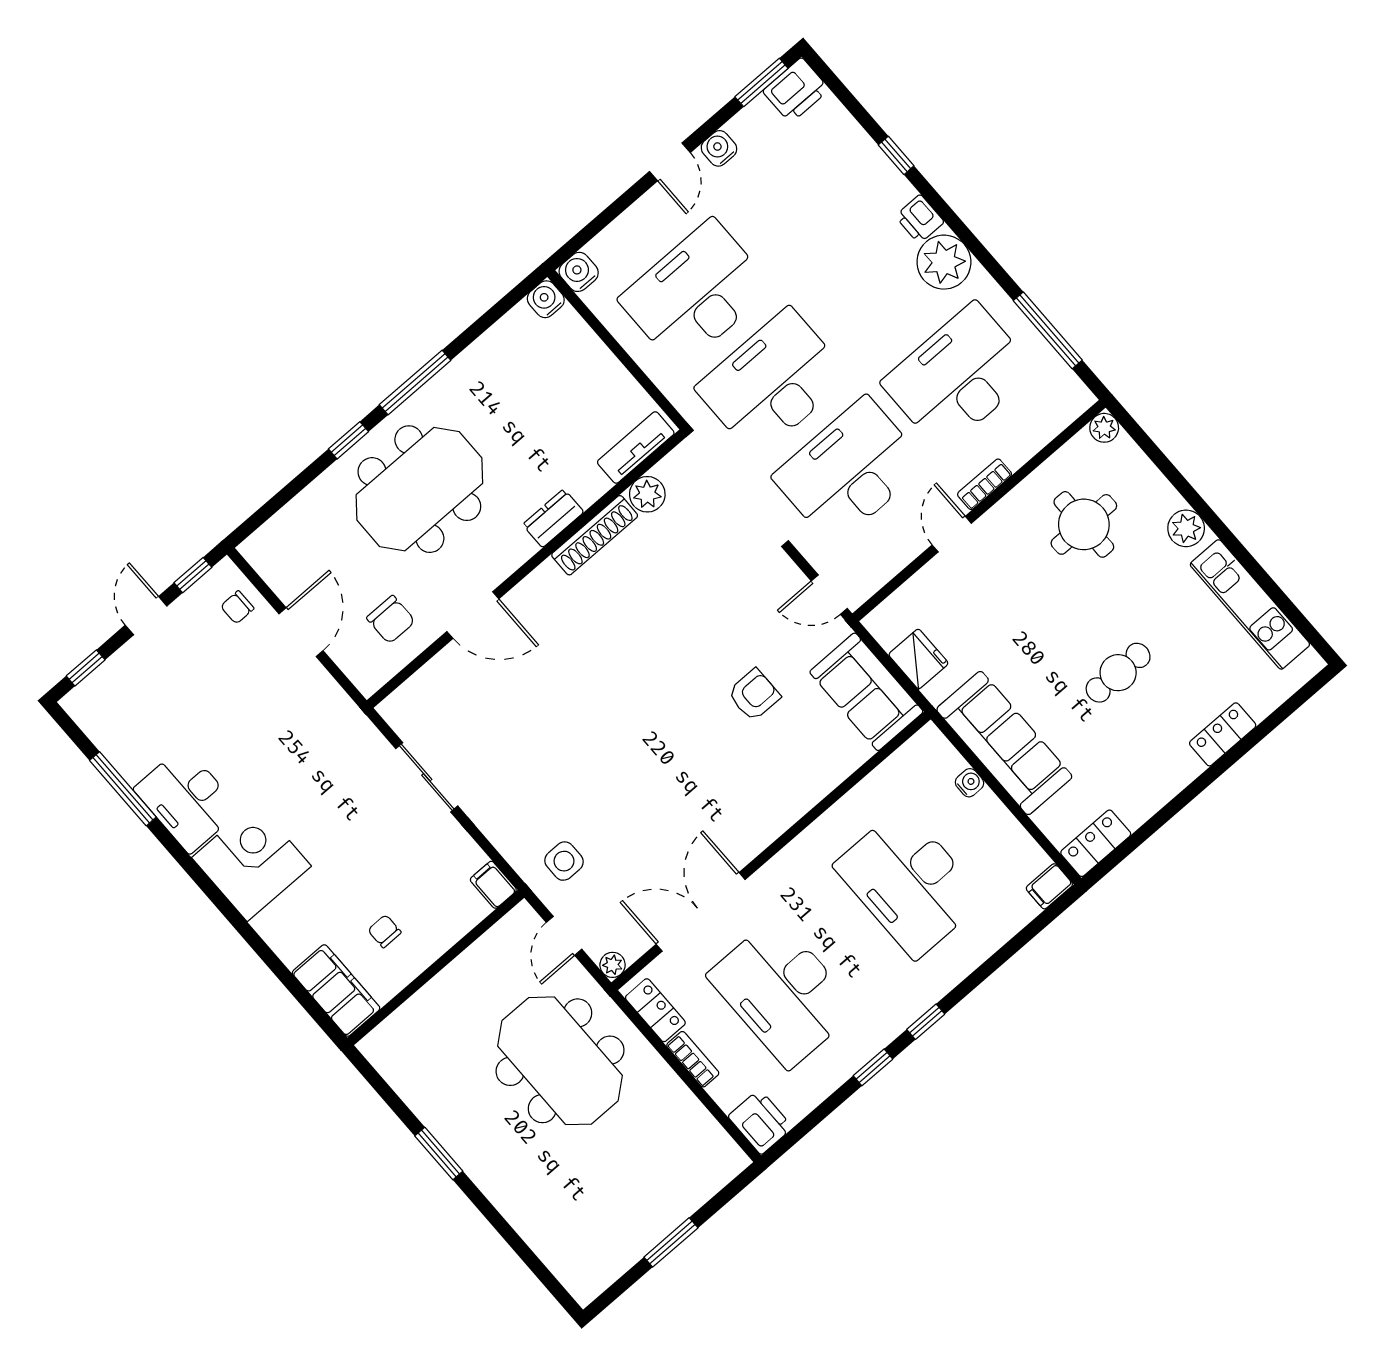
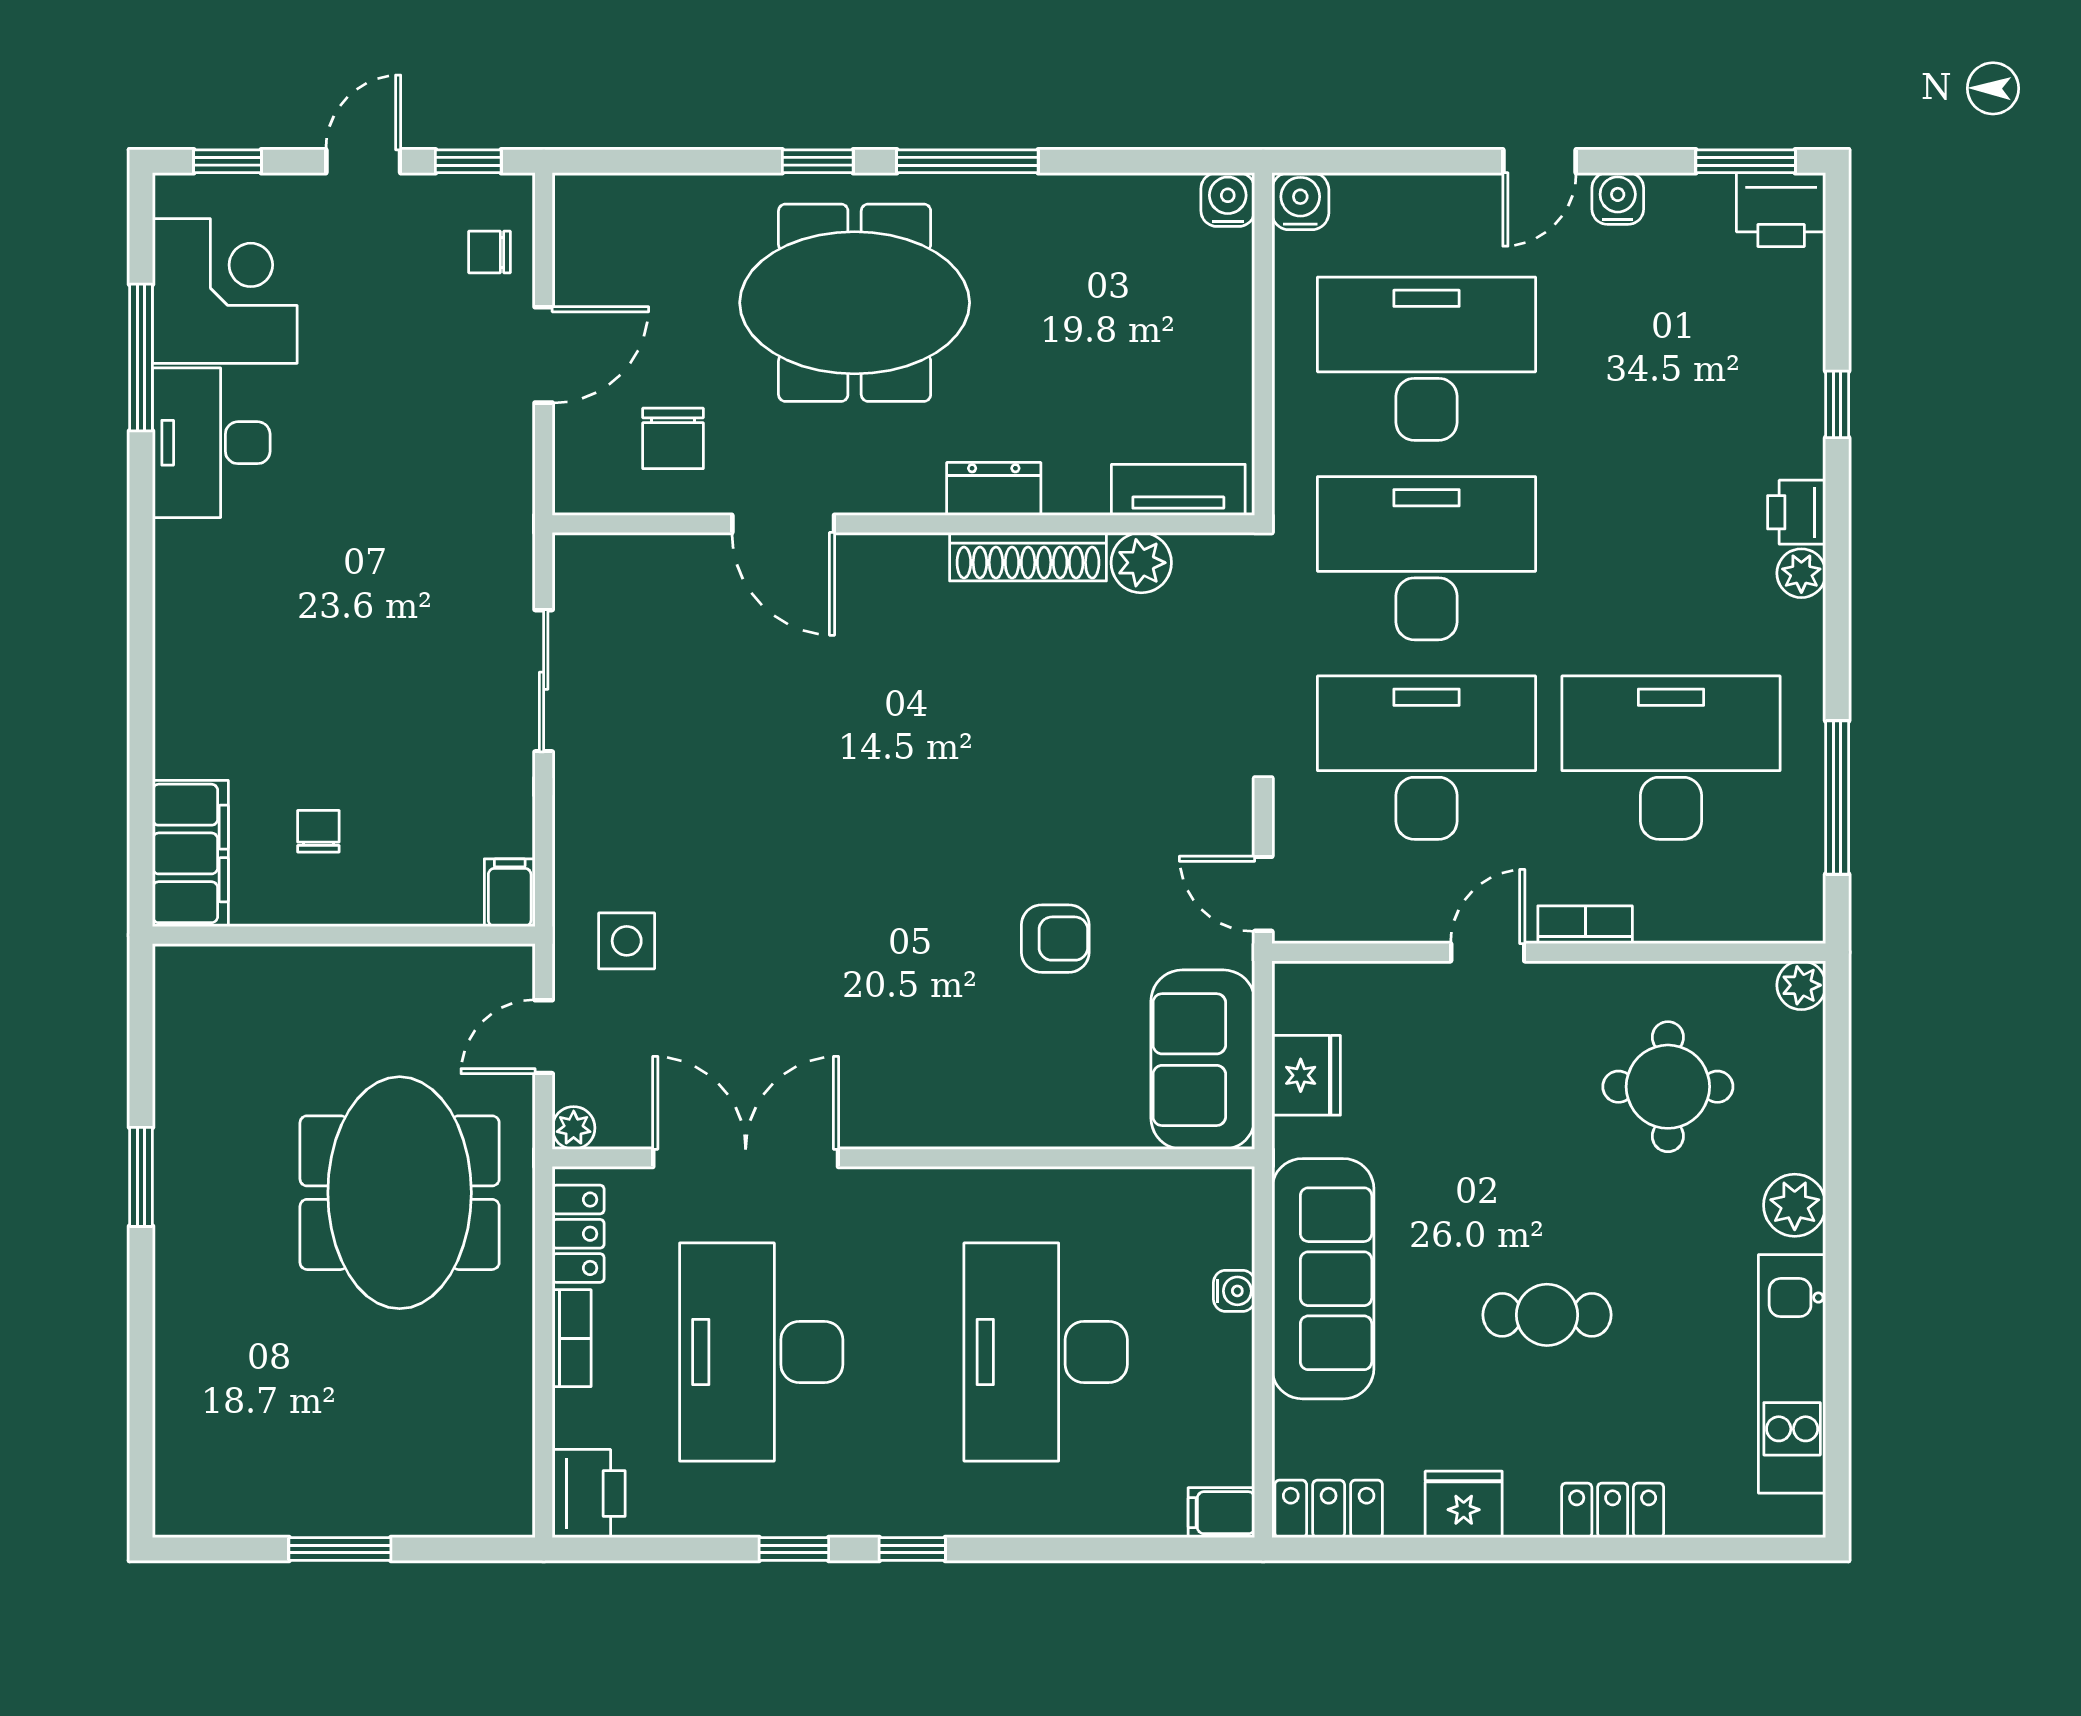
plant: (944, 262) -> (1801, 573), width x0.53, depth x0.53
fridge: (1154, 789) -> (1464, 1504), added
corner desk: (251, 862) -> (225, 291), moved

